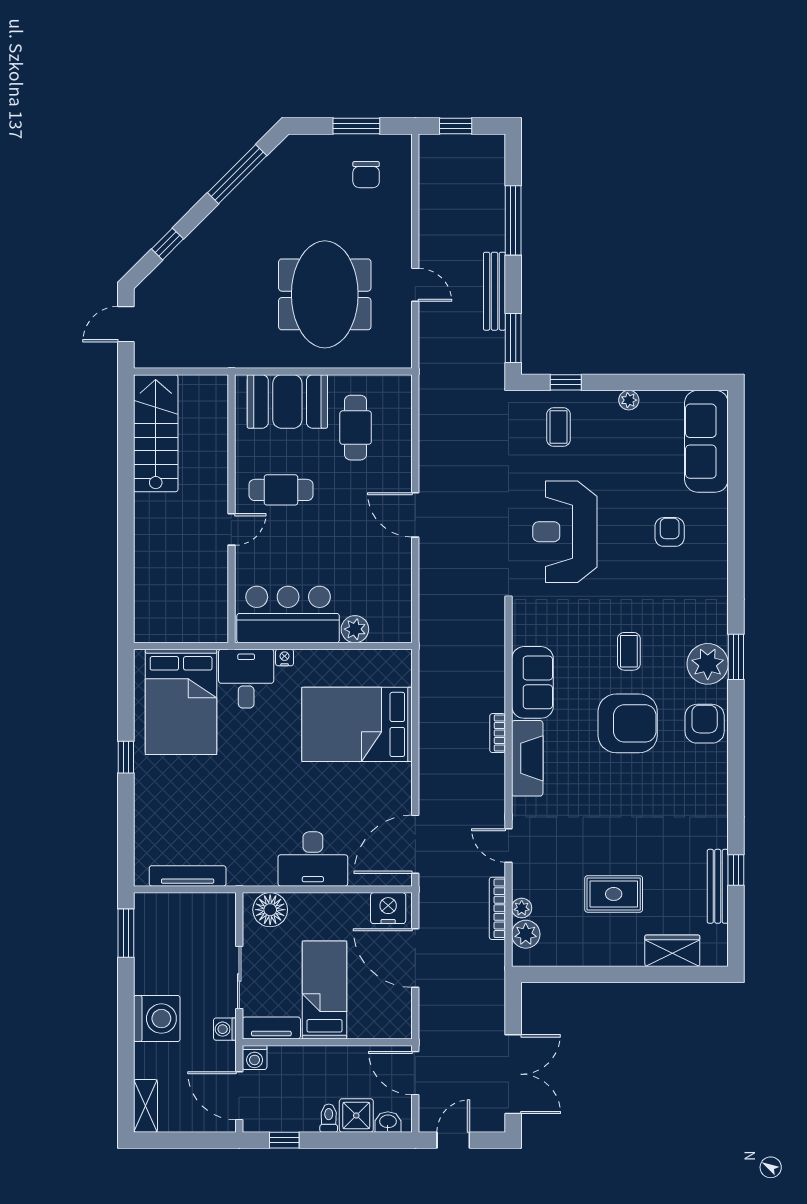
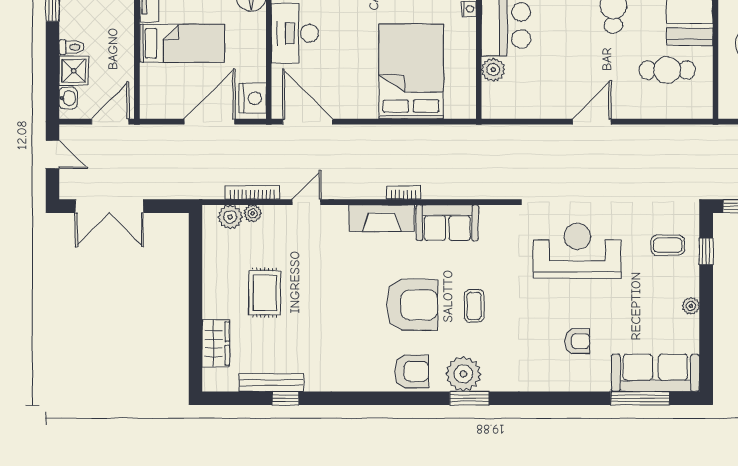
window: (736, 459) -> (640, 398), added
coffee table: (629, 651) -> (474, 306), turned 90
armchair: (628, 723) -> (412, 305), turned -90

